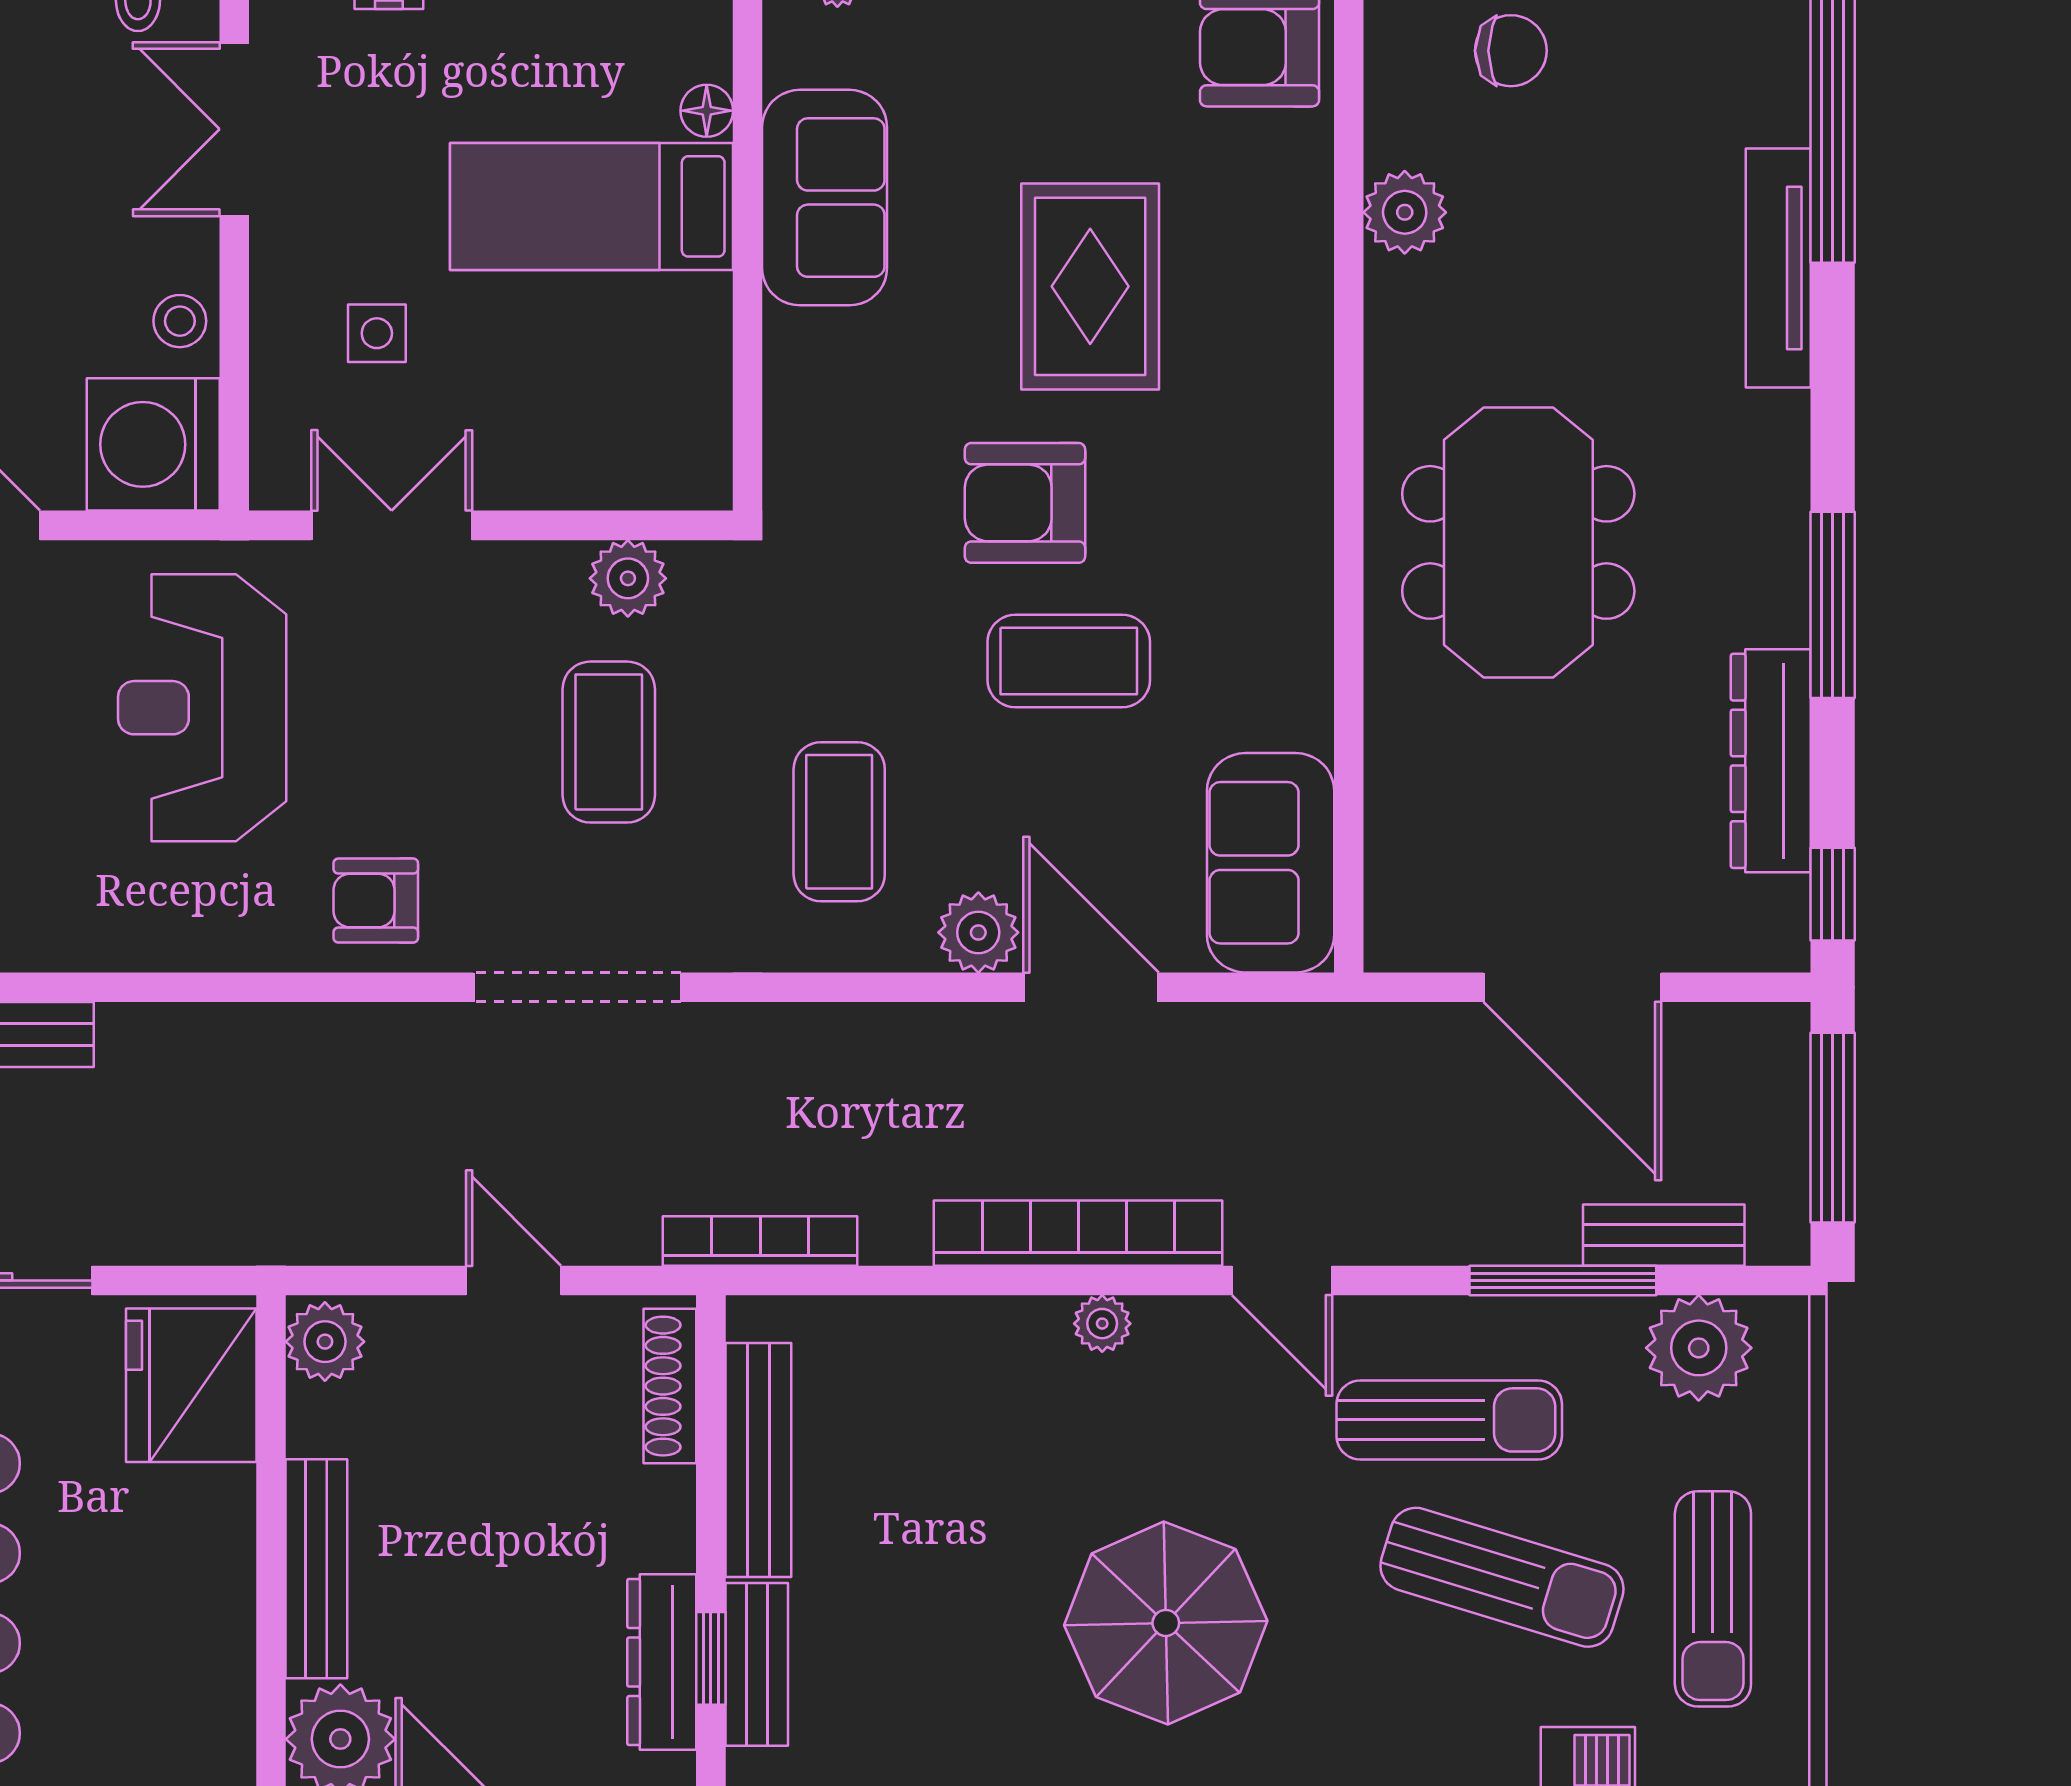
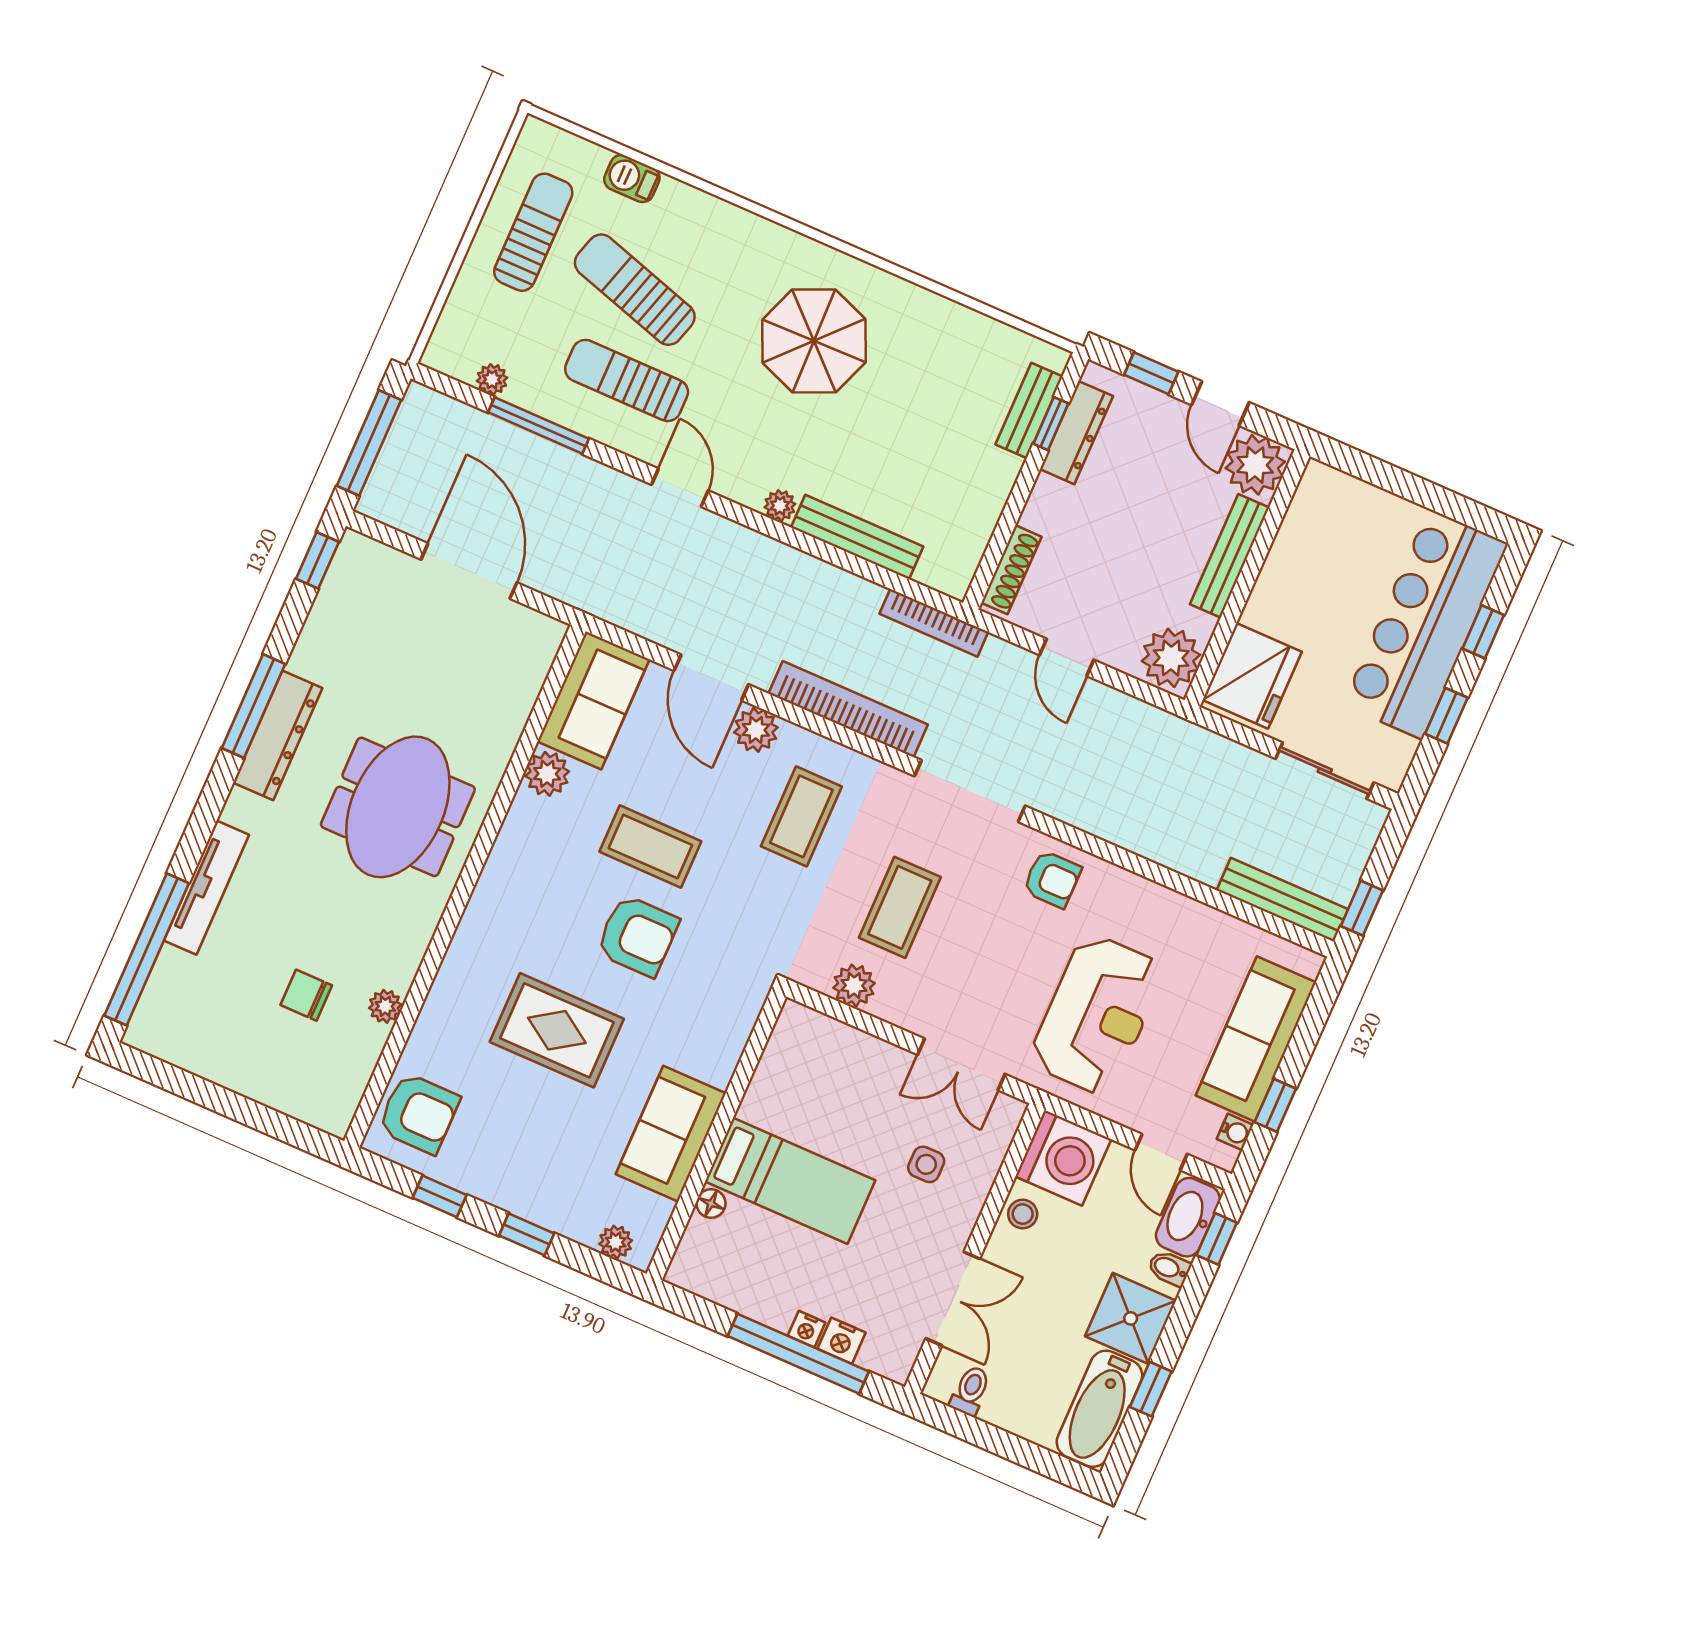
chair: (1511, 51) -> (306, 995), moved
plant: (1405, 212) -> (385, 1006), width x0.73, depth x0.73
rug: (1090, 286) -> (557, 1030), turned 90
plant: (1294, 707) -> (547, 774), added
dresser: (1771, 761) -> (278, 735), moved
bookcase: (1078, 1233) -> (848, 709), moved, turned 180
bench: (1664, 1235) -> (478, 426), removed
plant: (325, 1342) -> (1171, 658), width x1.36, depth x1.36
plant: (1699, 1348) -> (492, 379), width x0.53, depth x0.53
bench: (758, 1460) -> (857, 537), moved, turned 90

